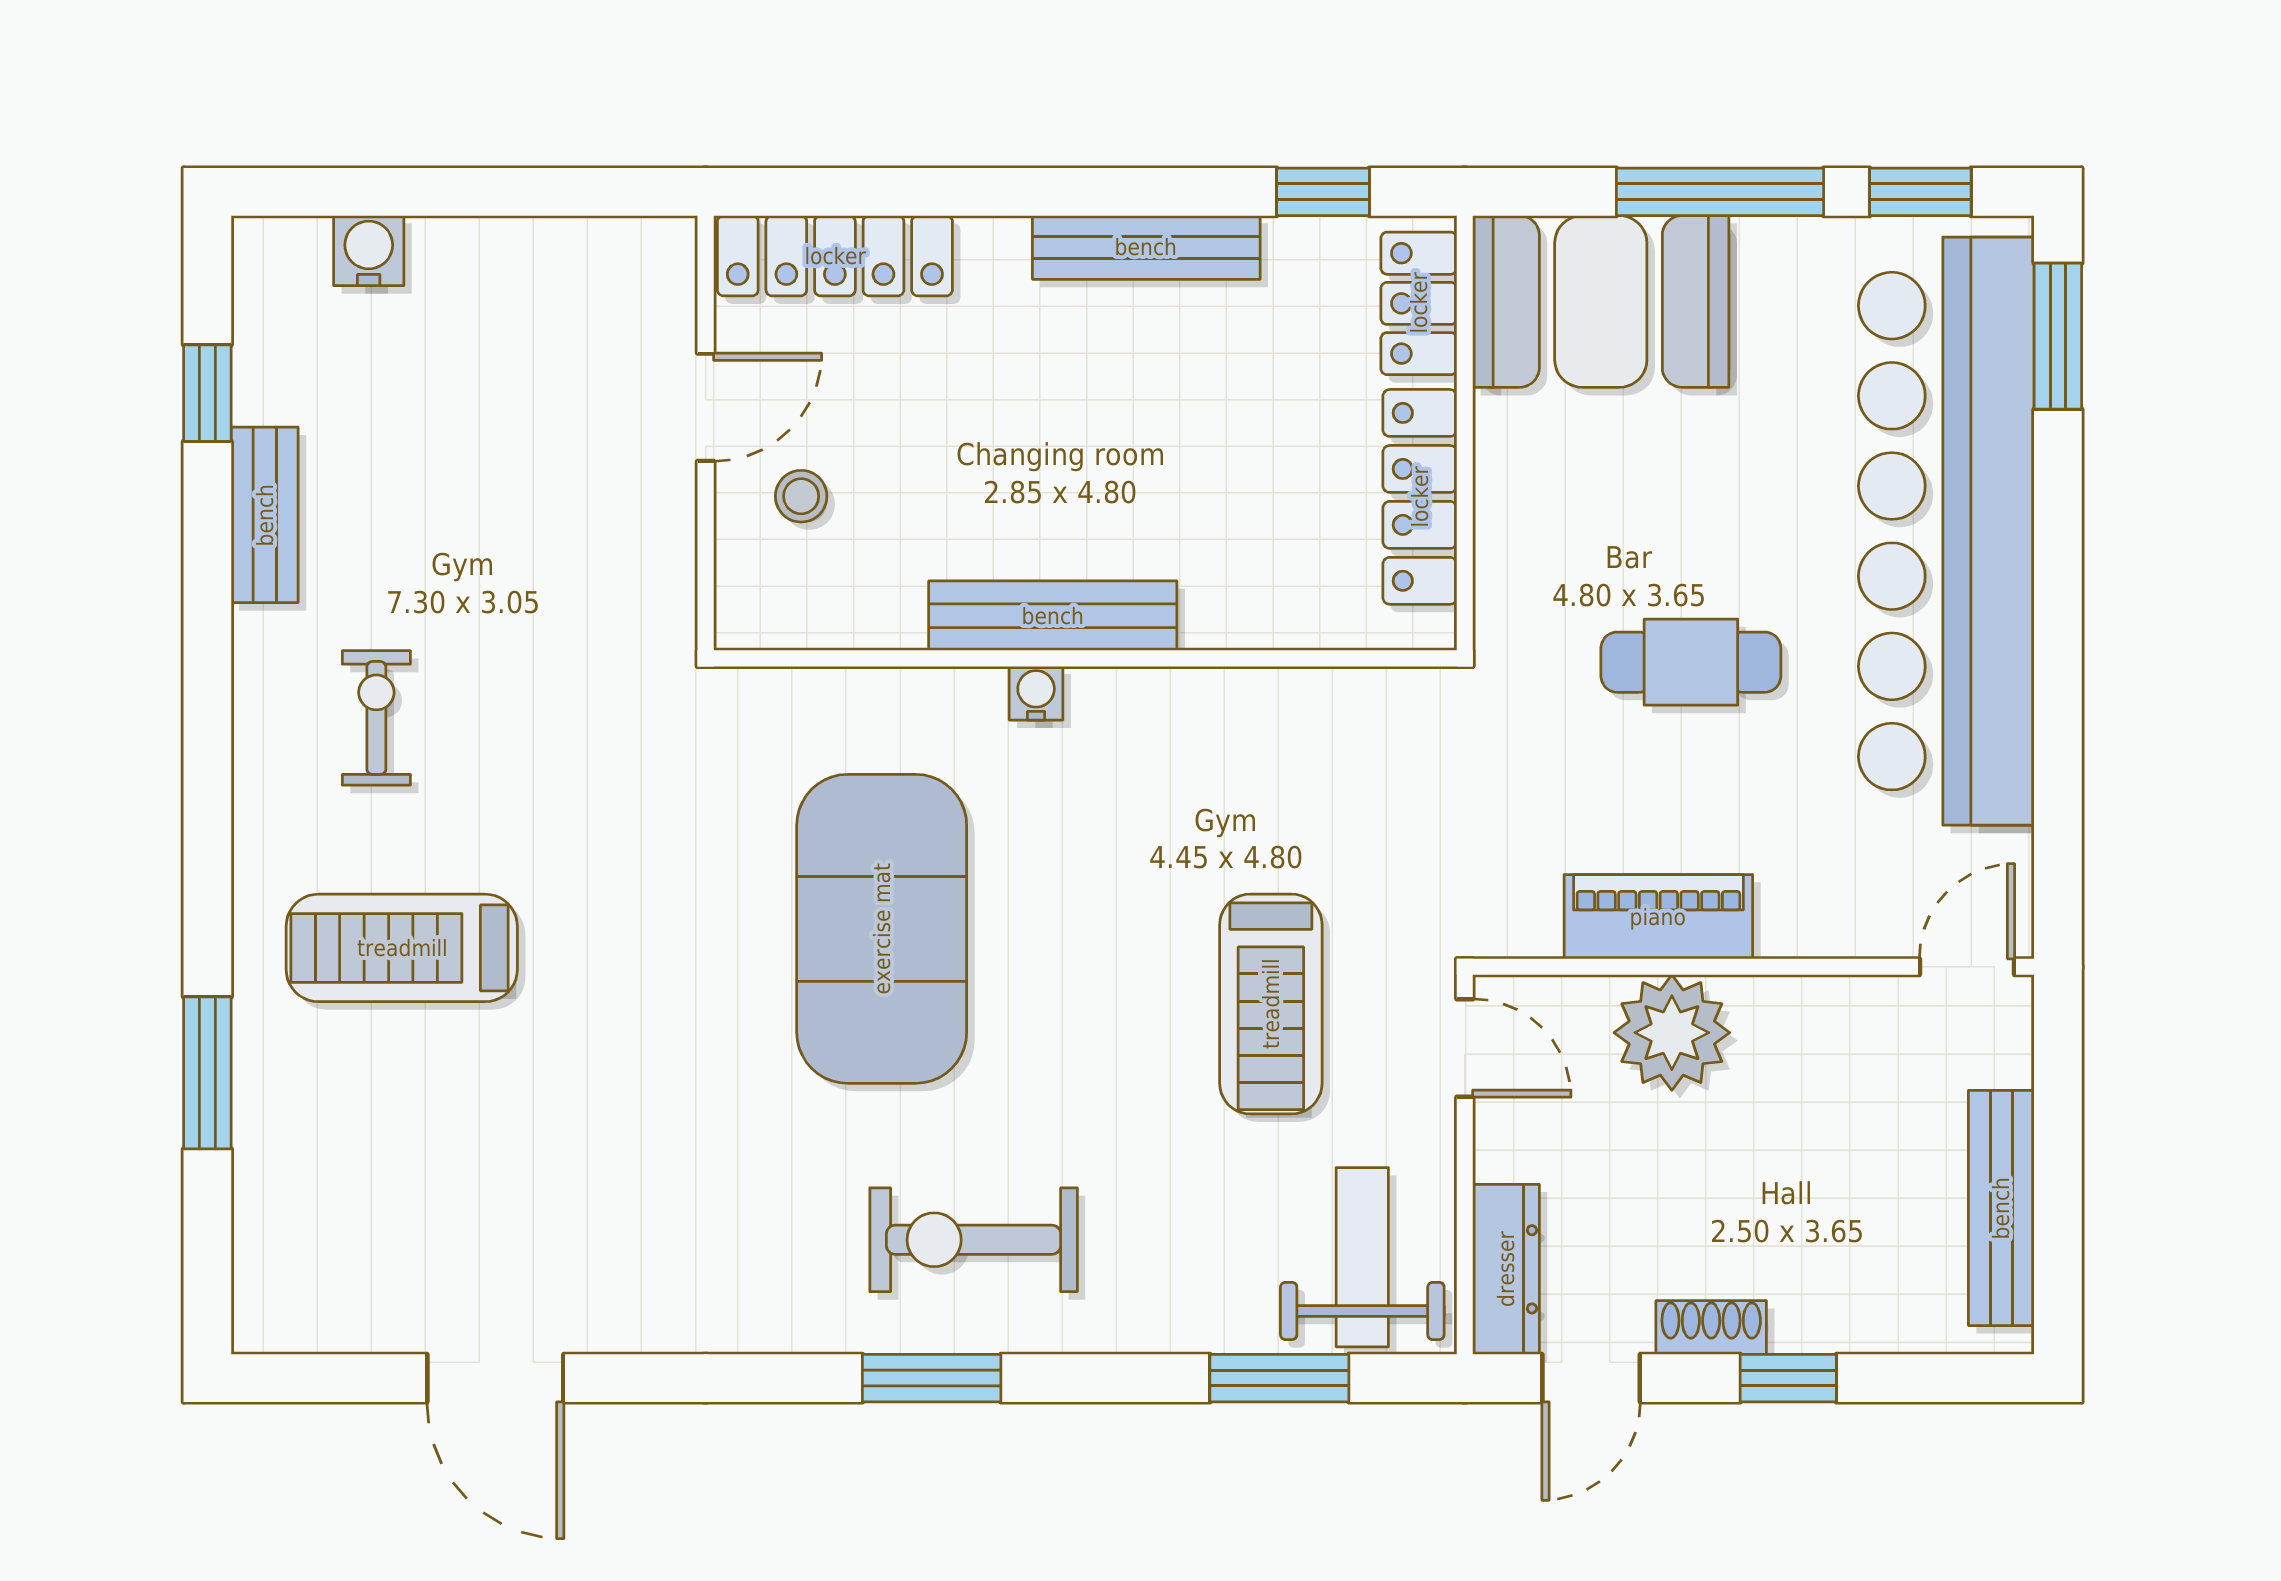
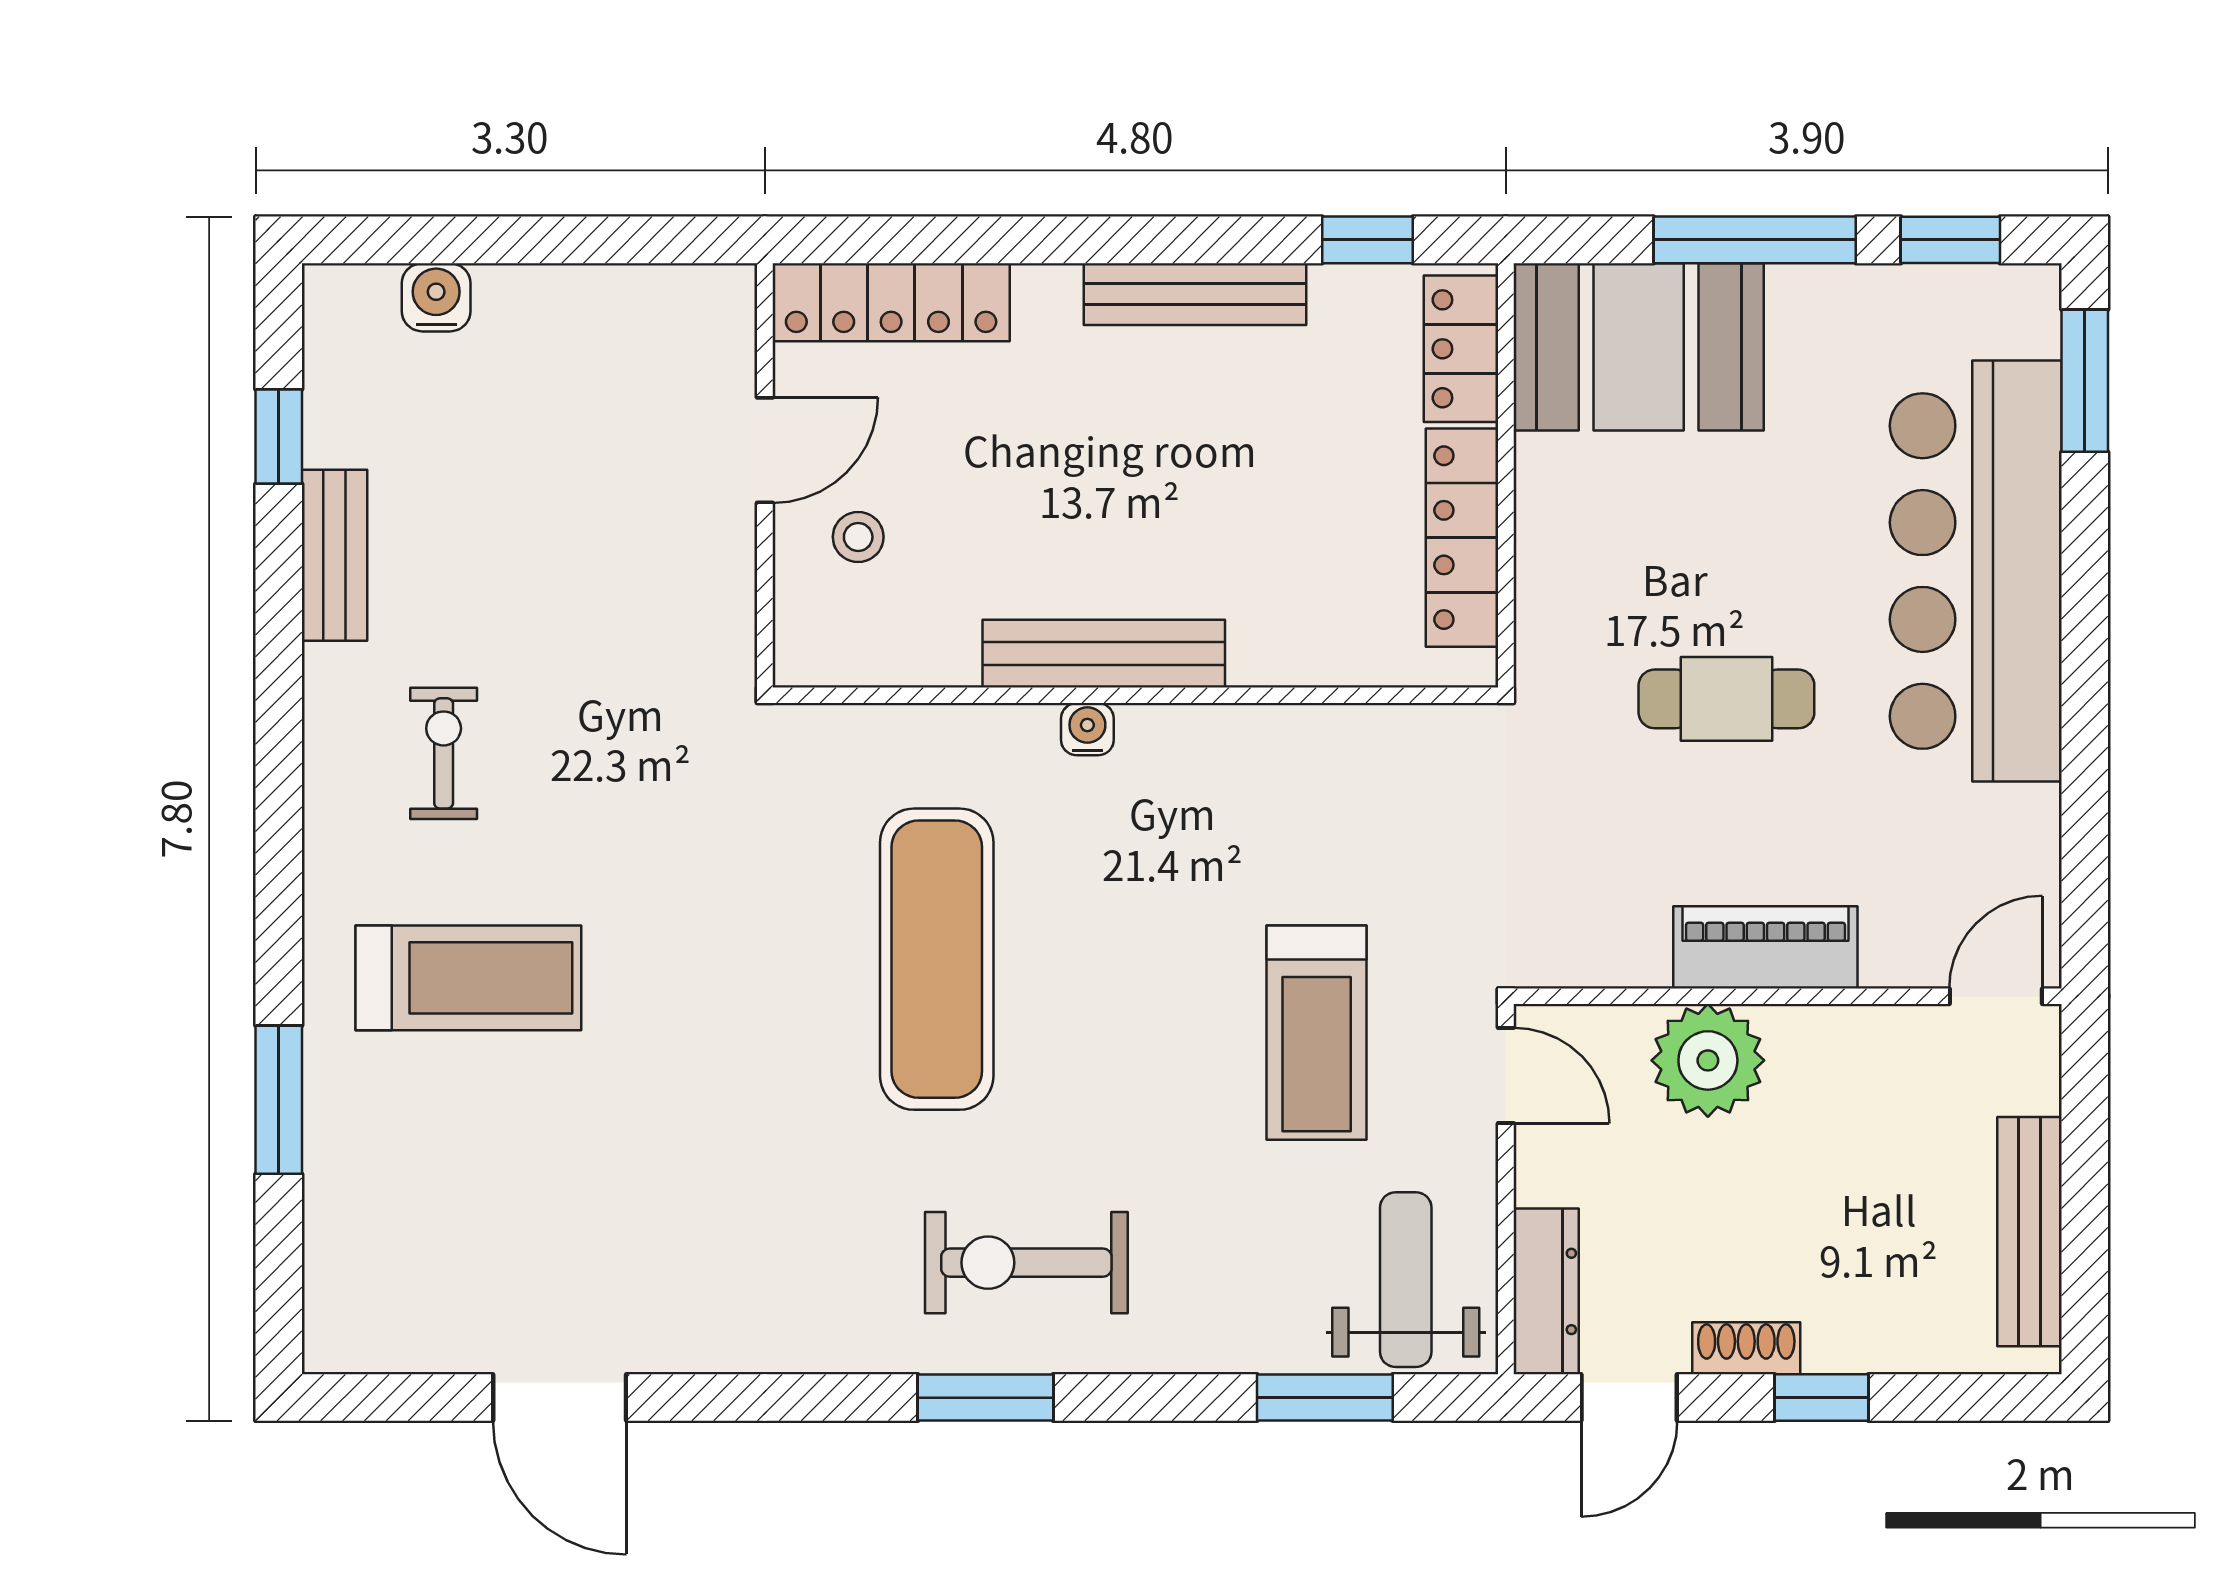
bar counter: (1946, 531) -> (1976, 571), width x0.73
piano: (1658, 917) -> (1765, 947), moved
exercise mat: (882, 929) -> (937, 959), width x0.68
treadmill: (402, 948) -> (468, 978), turned 180

